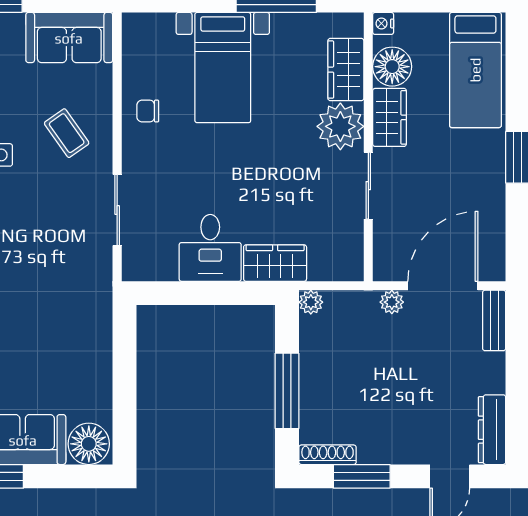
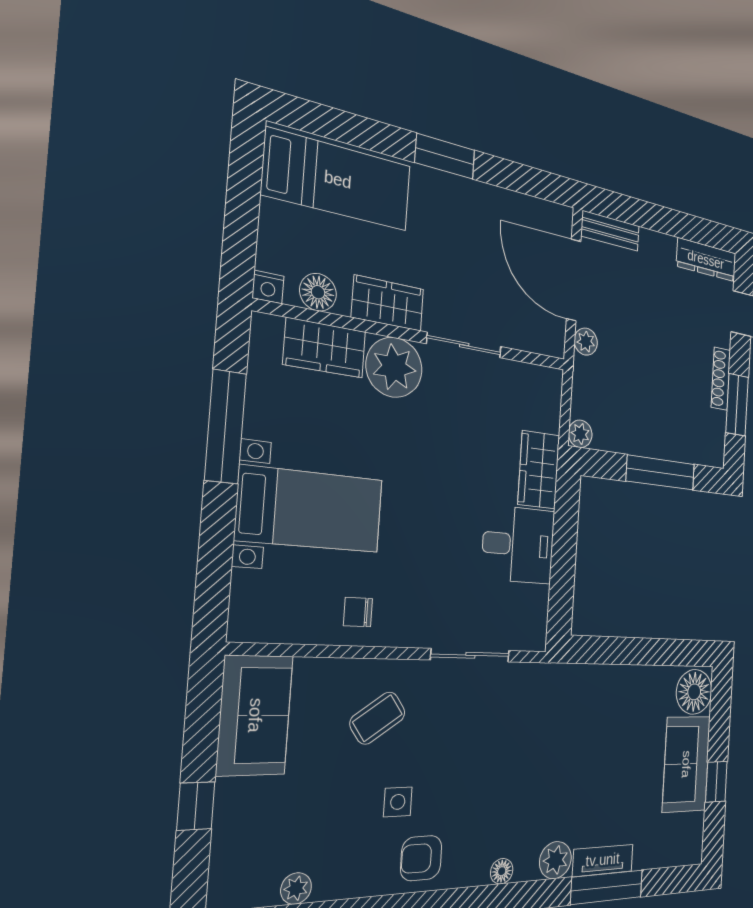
floor lamp: (392, 67) -> (318, 292), width x0.73, depth x0.73
chair: (148, 111) -> (358, 612), turned 90
shoe rack: (328, 455) -> (721, 379), moved

